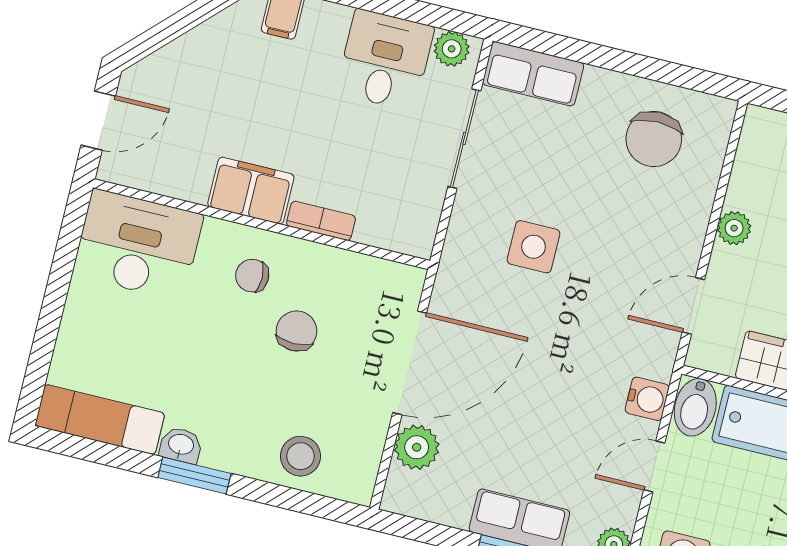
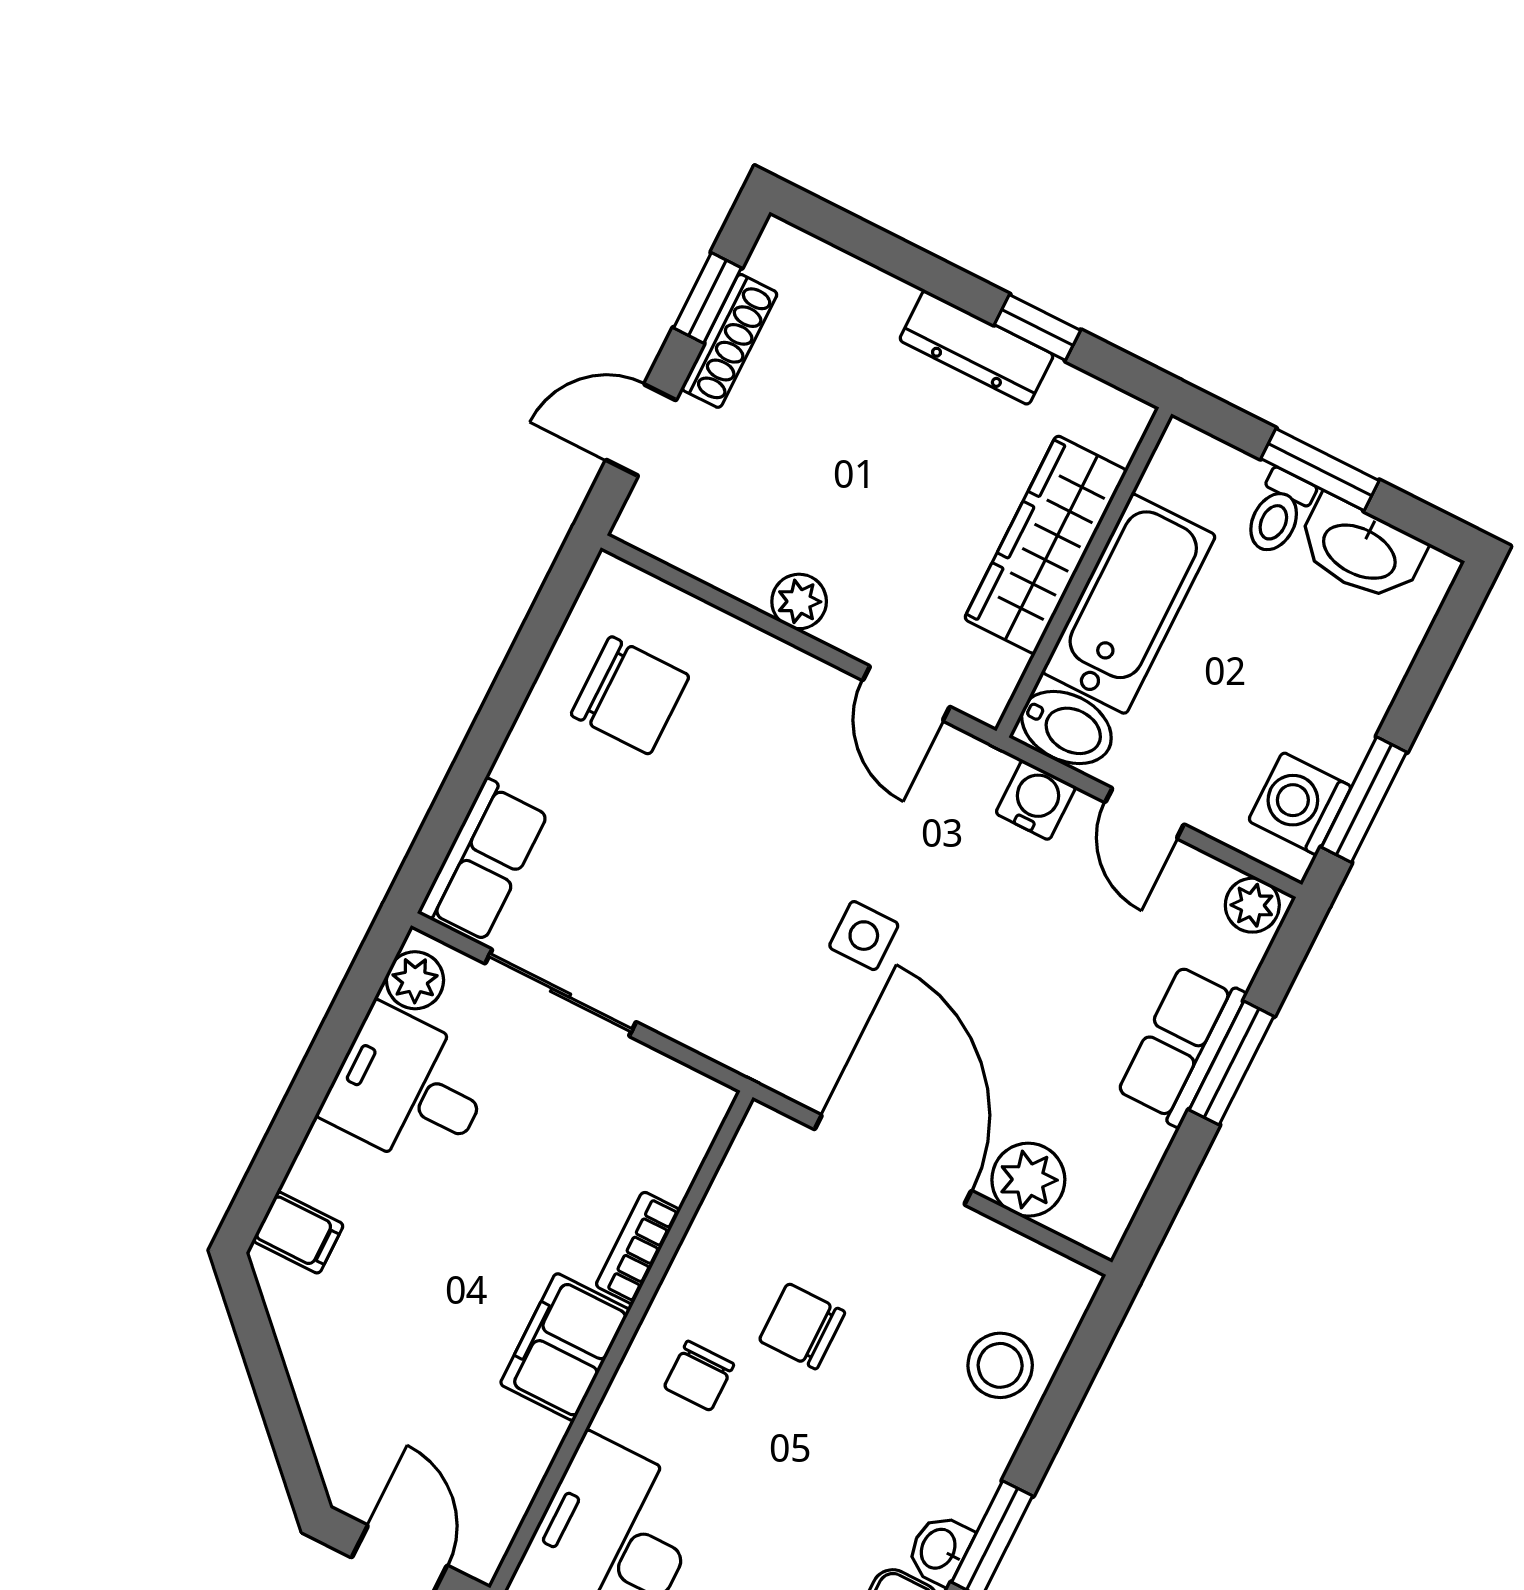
side table: (534, 247) -> (864, 936), moved, width x0.73, depth x0.73

